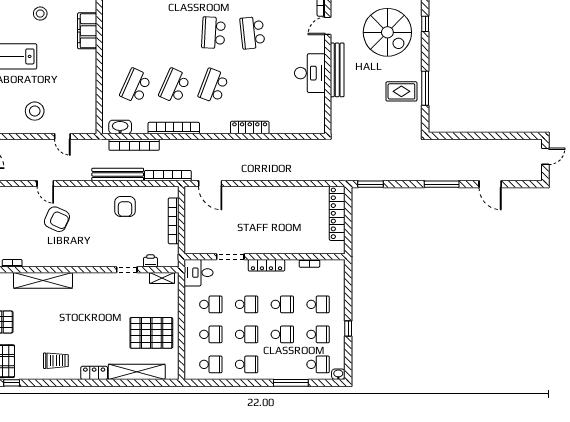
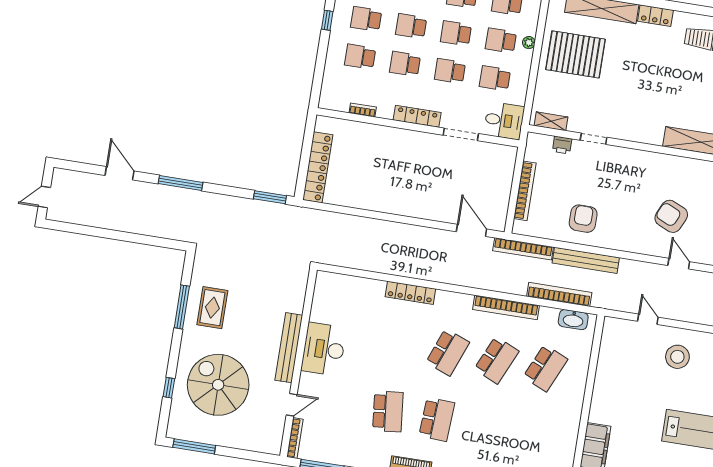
rug: (401, 91) -> (212, 308), turned 90
plant: (189, 336) -> (529, 43), added

